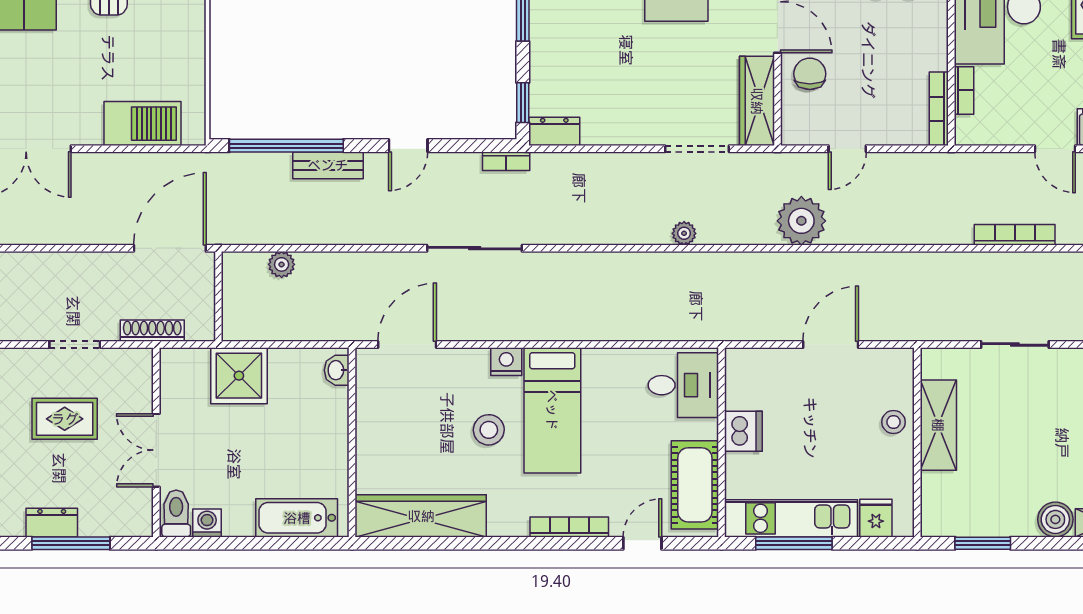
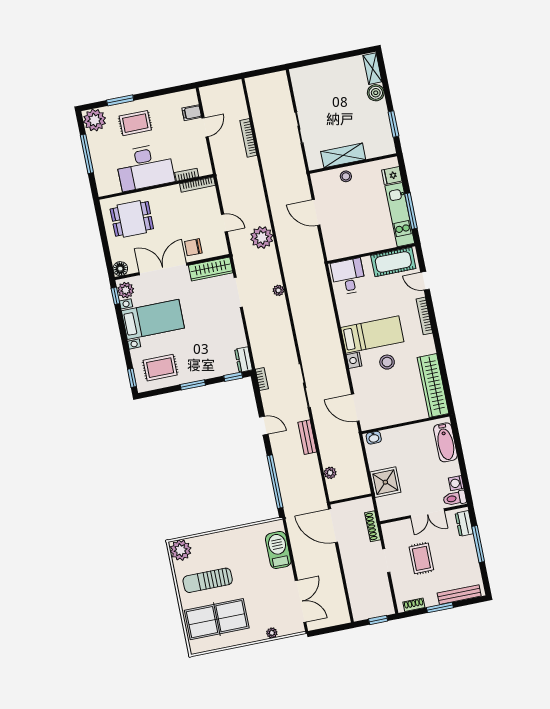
bench: (328, 165) -> (307, 437), moved
dishwasher: (743, 431) -> (364, 245), removed
dresser: (52, 523) -> (464, 523), moved

